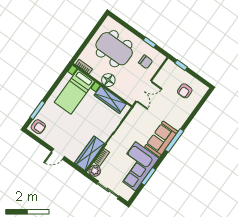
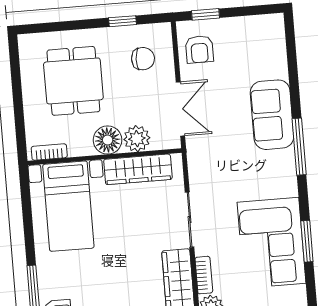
dining table: (114, 49) -> (73, 81), width x0.73
plant: (119, 88) -> (137, 139), added
armchair: (185, 91) -> (199, 49), moved
sofa: (161, 139) -> (272, 115), moved

